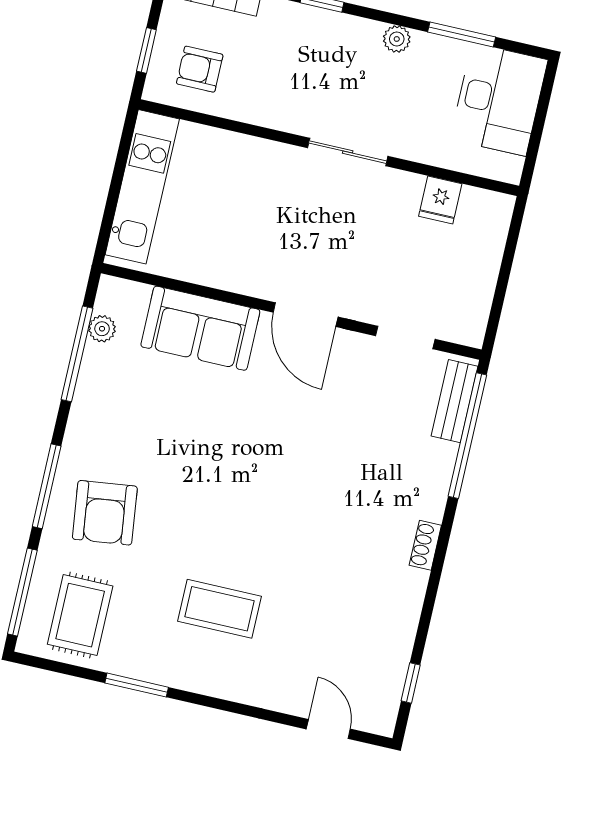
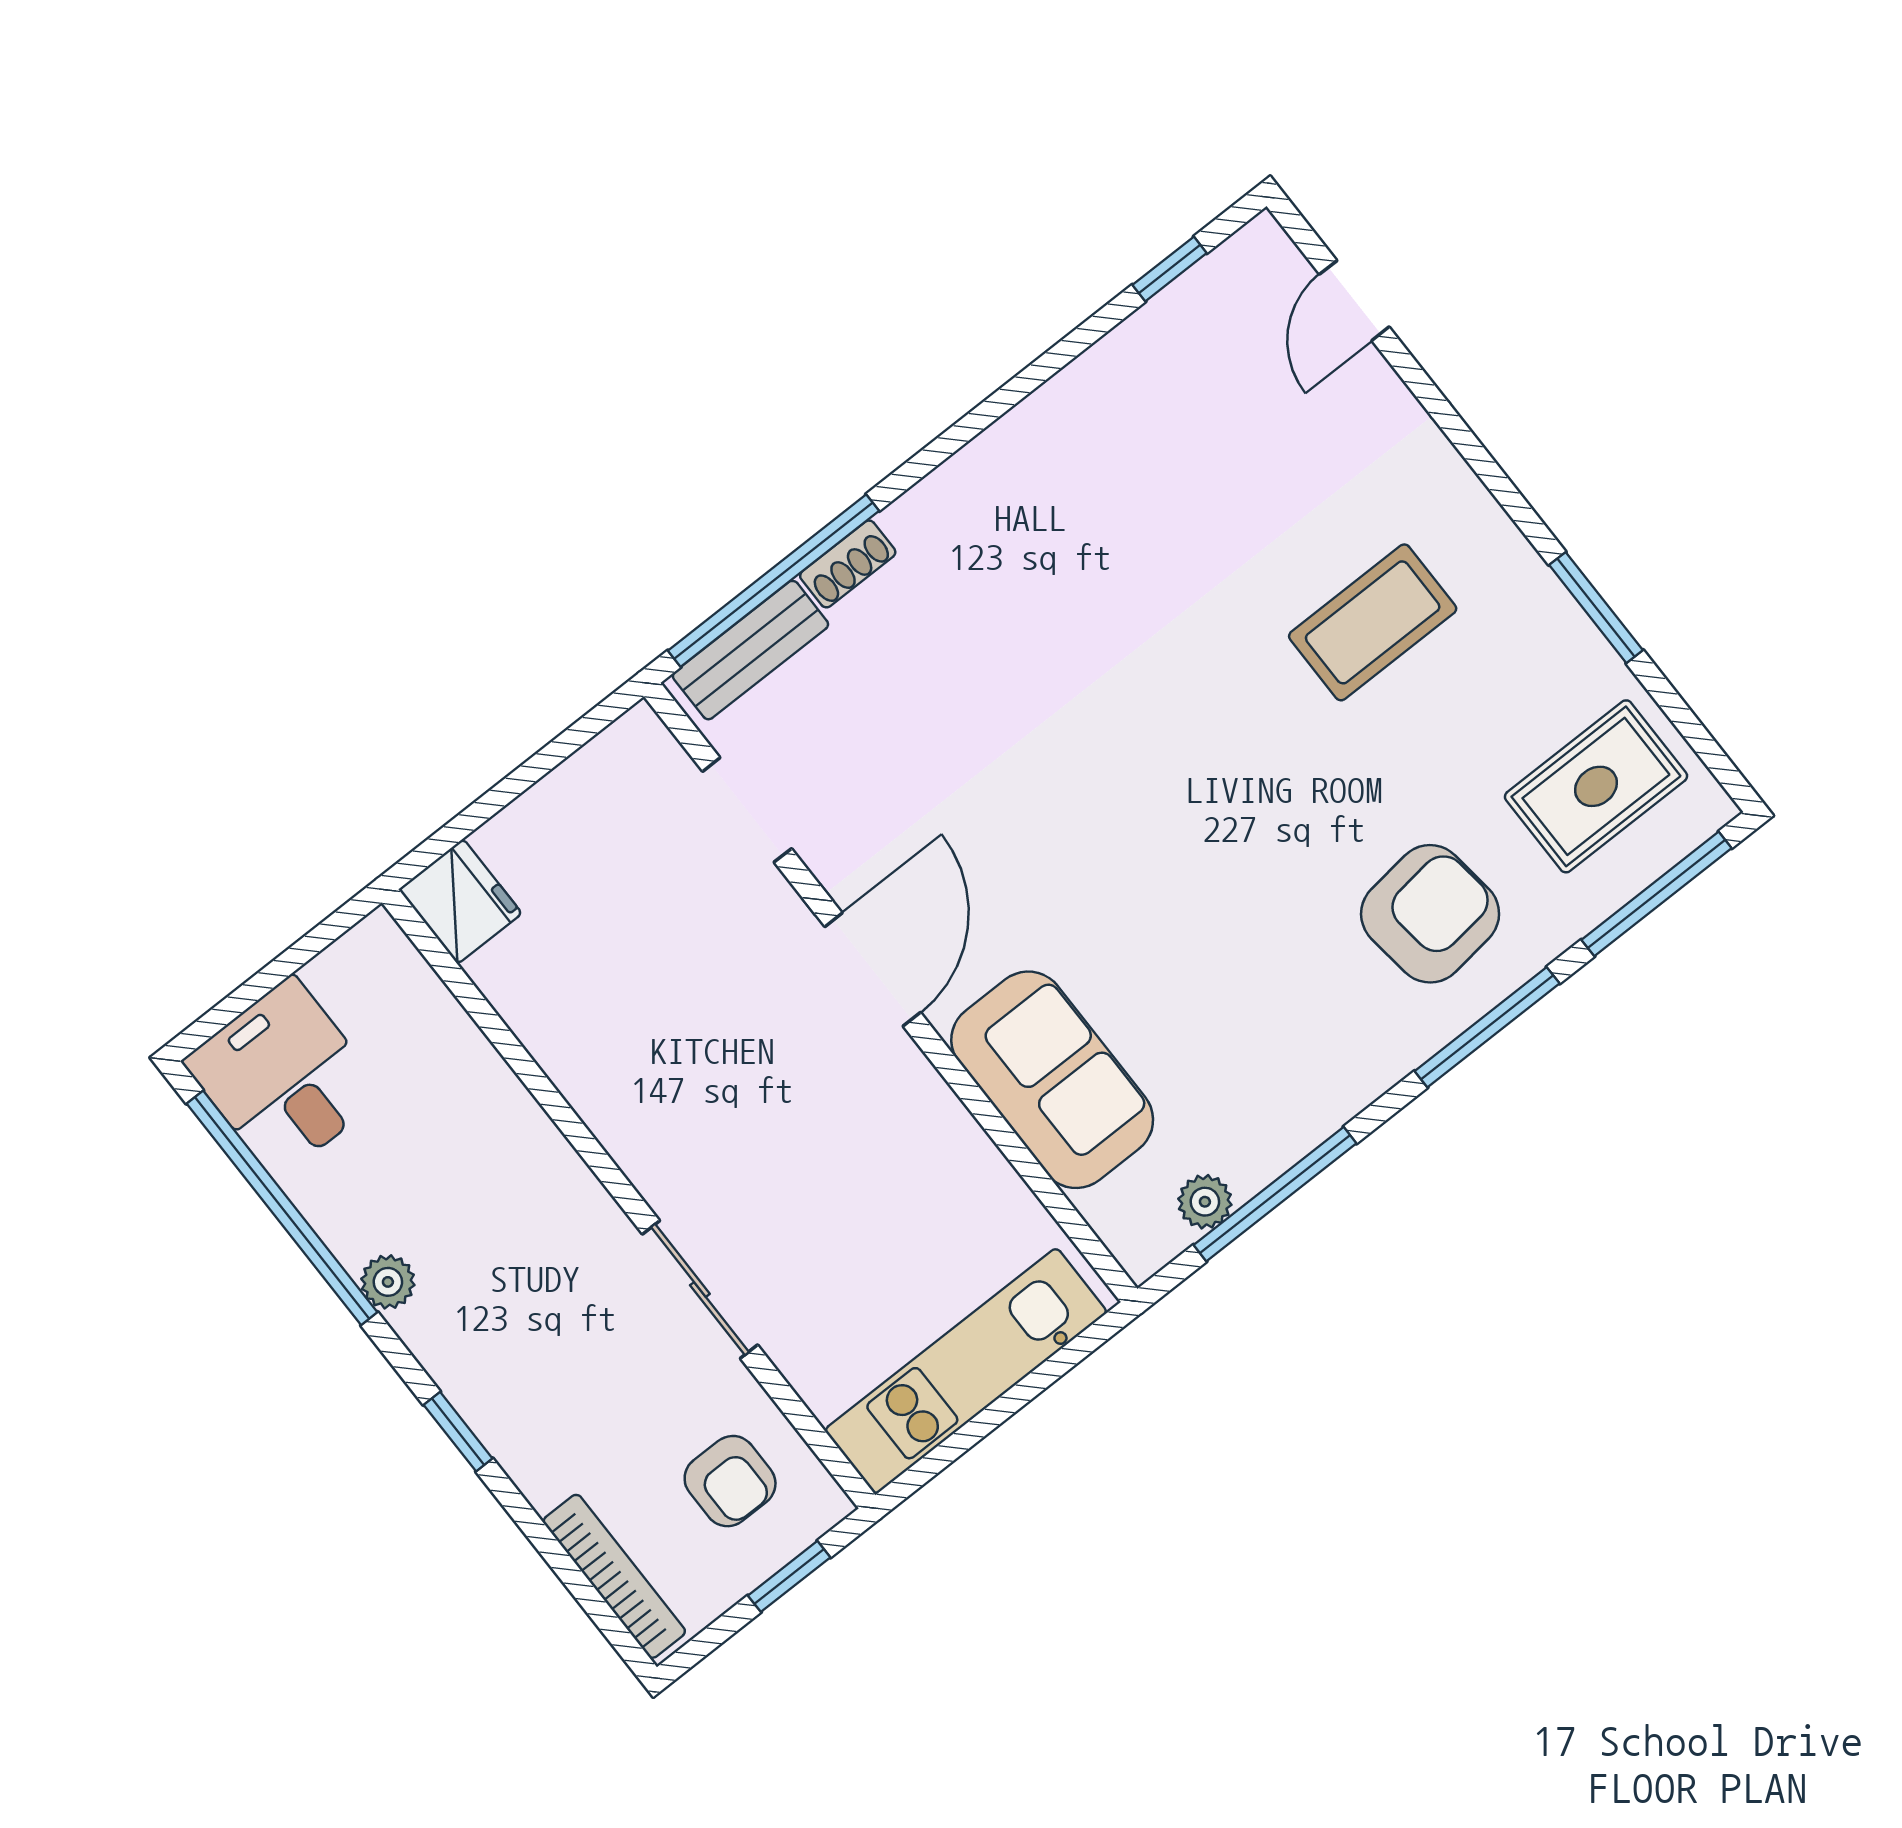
window: (462, 35) -> (282, 1208), width x2.11
desk: (499, 99) -> (284, 1078), width x0.73
sliding door: (348, 152) -> (700, 1290), moved
fridge: (440, 200) -> (460, 901), moved, width x1.38
shoe rack: (425, 545) -> (848, 564), moved
coffee table: (219, 609) -> (1373, 622), turned 90

